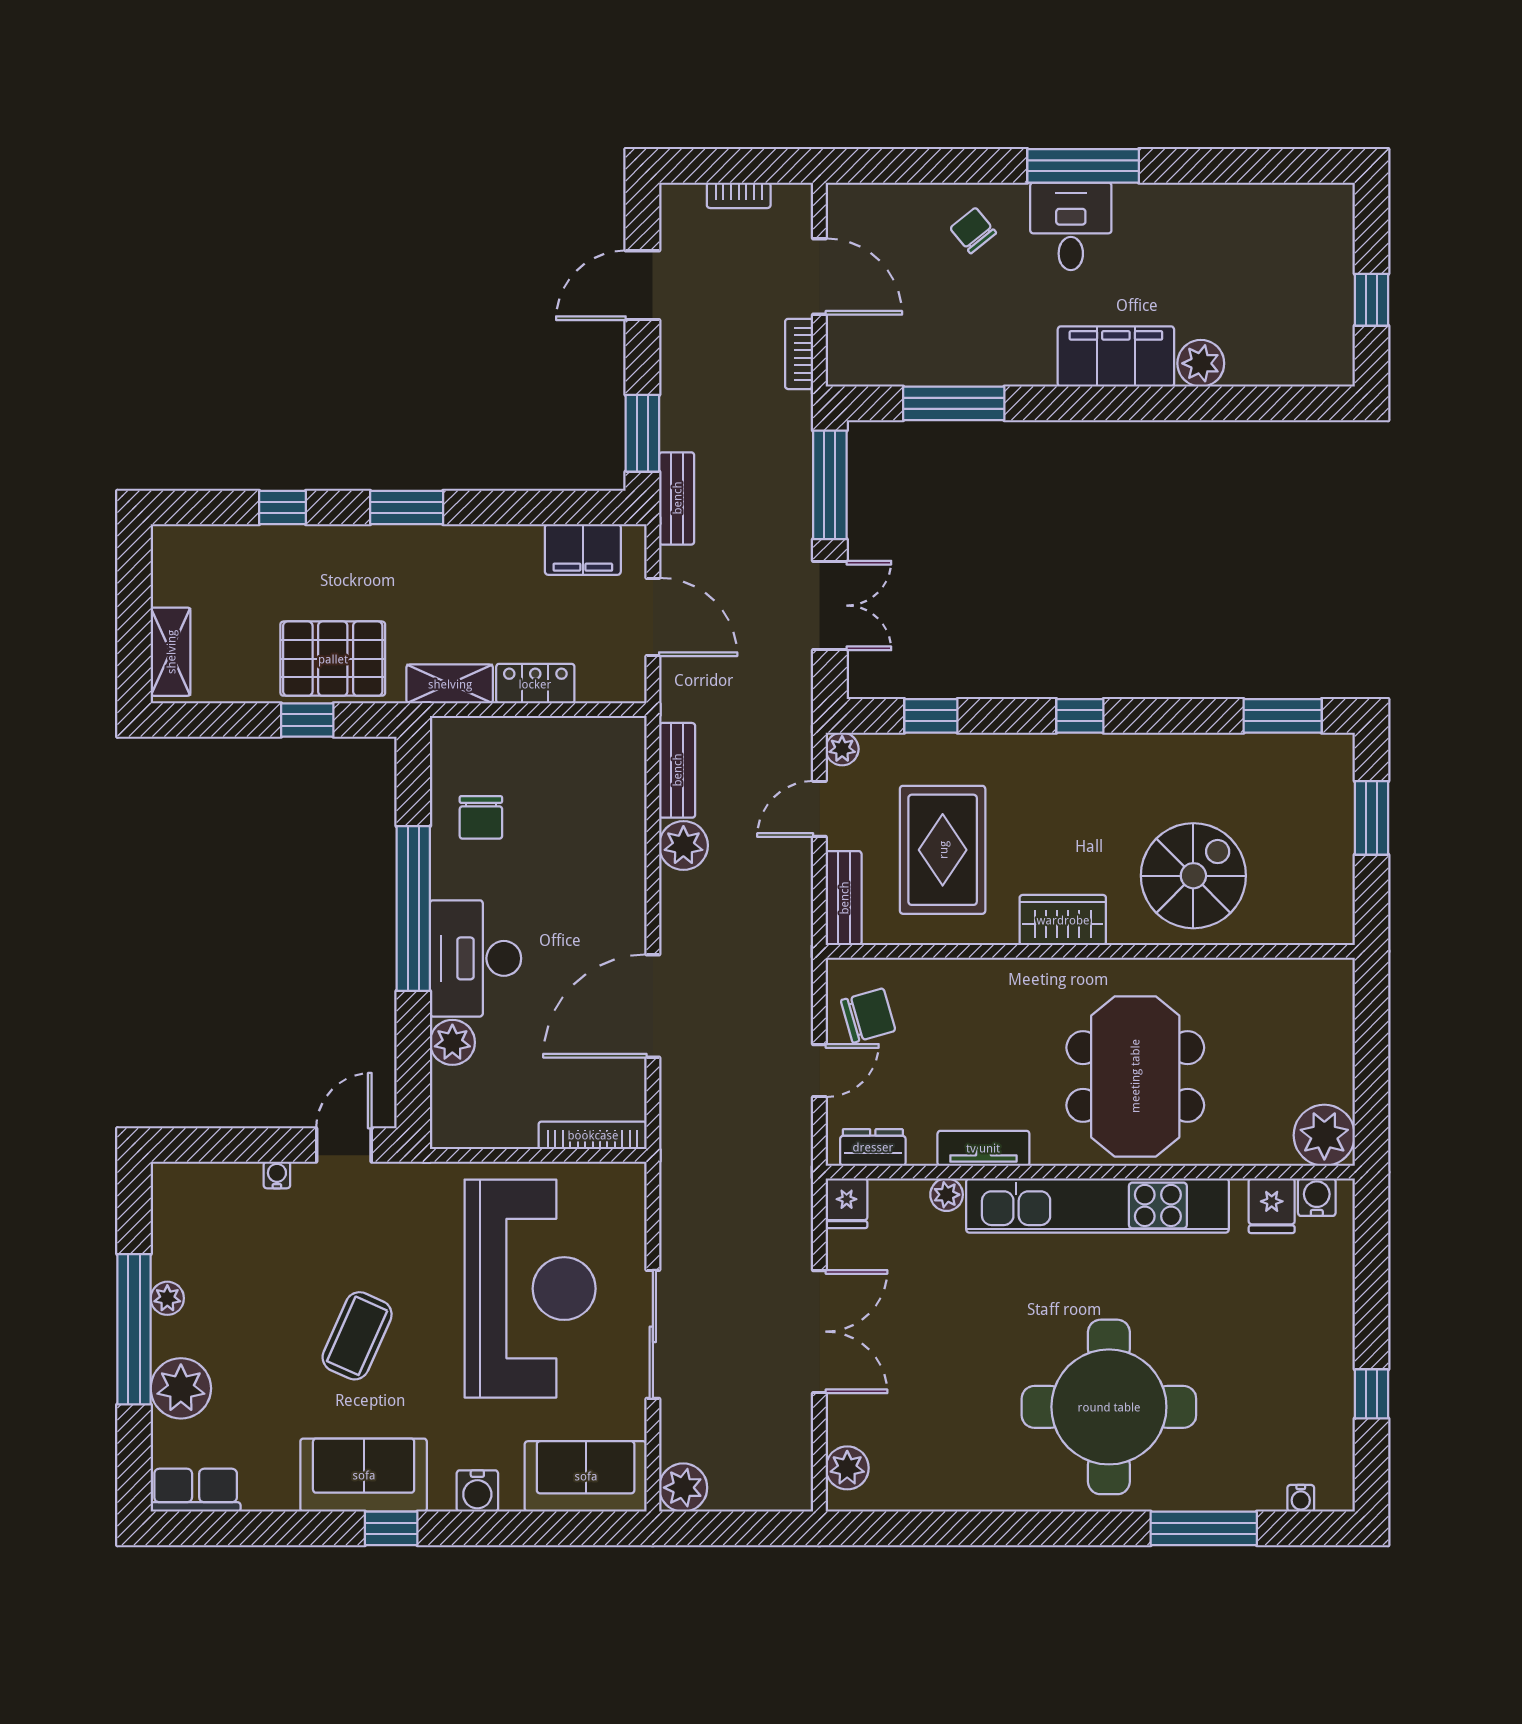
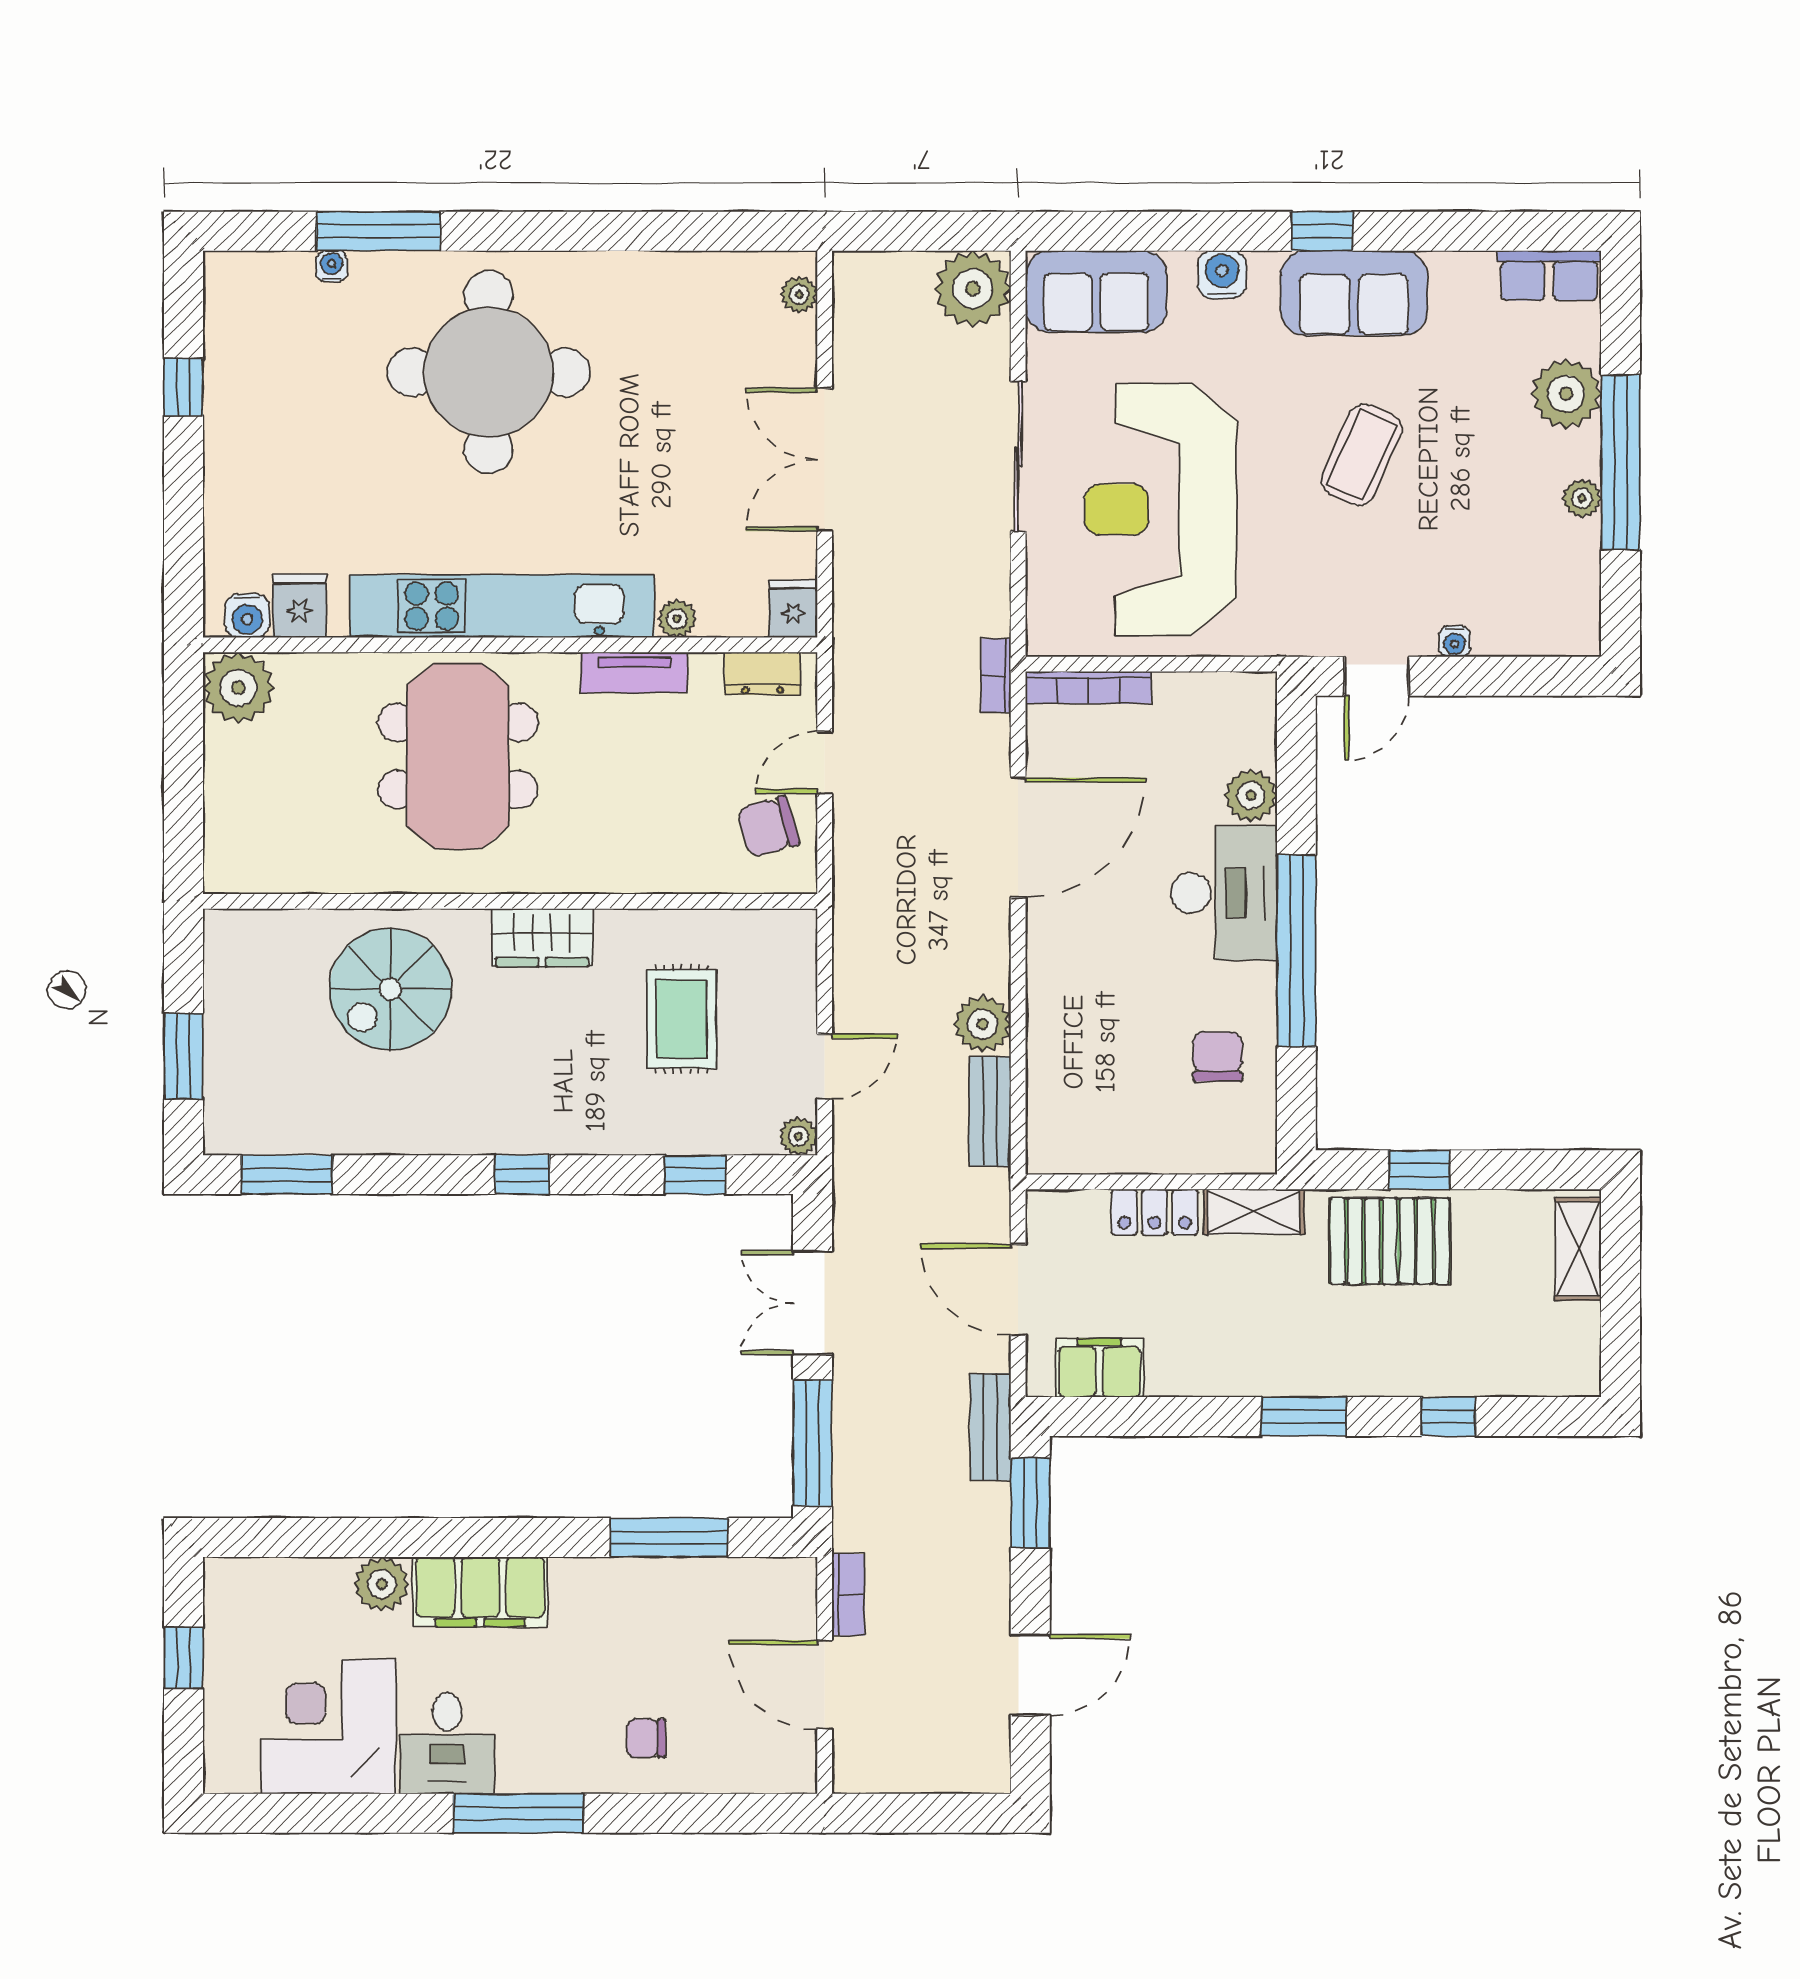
bookcase: (739, 195) -> (996, 676), moved, turned -90
desk: (1071, 226) -> (447, 1743), moved
chair: (973, 230) -> (646, 1738), turned 129
corner desk: (1247, 241) -> (329, 1727), added
rug: (943, 850) -> (682, 1019), width x0.73, depth x0.70
bench: (844, 898) -> (797, 963), removed
plant: (847, 1468) -> (799, 295), width x0.73, depth x0.73
plant: (683, 1488) -> (973, 289), width x1.36, depth x1.36
water cooler: (1301, 1498) -> (332, 266), moved

